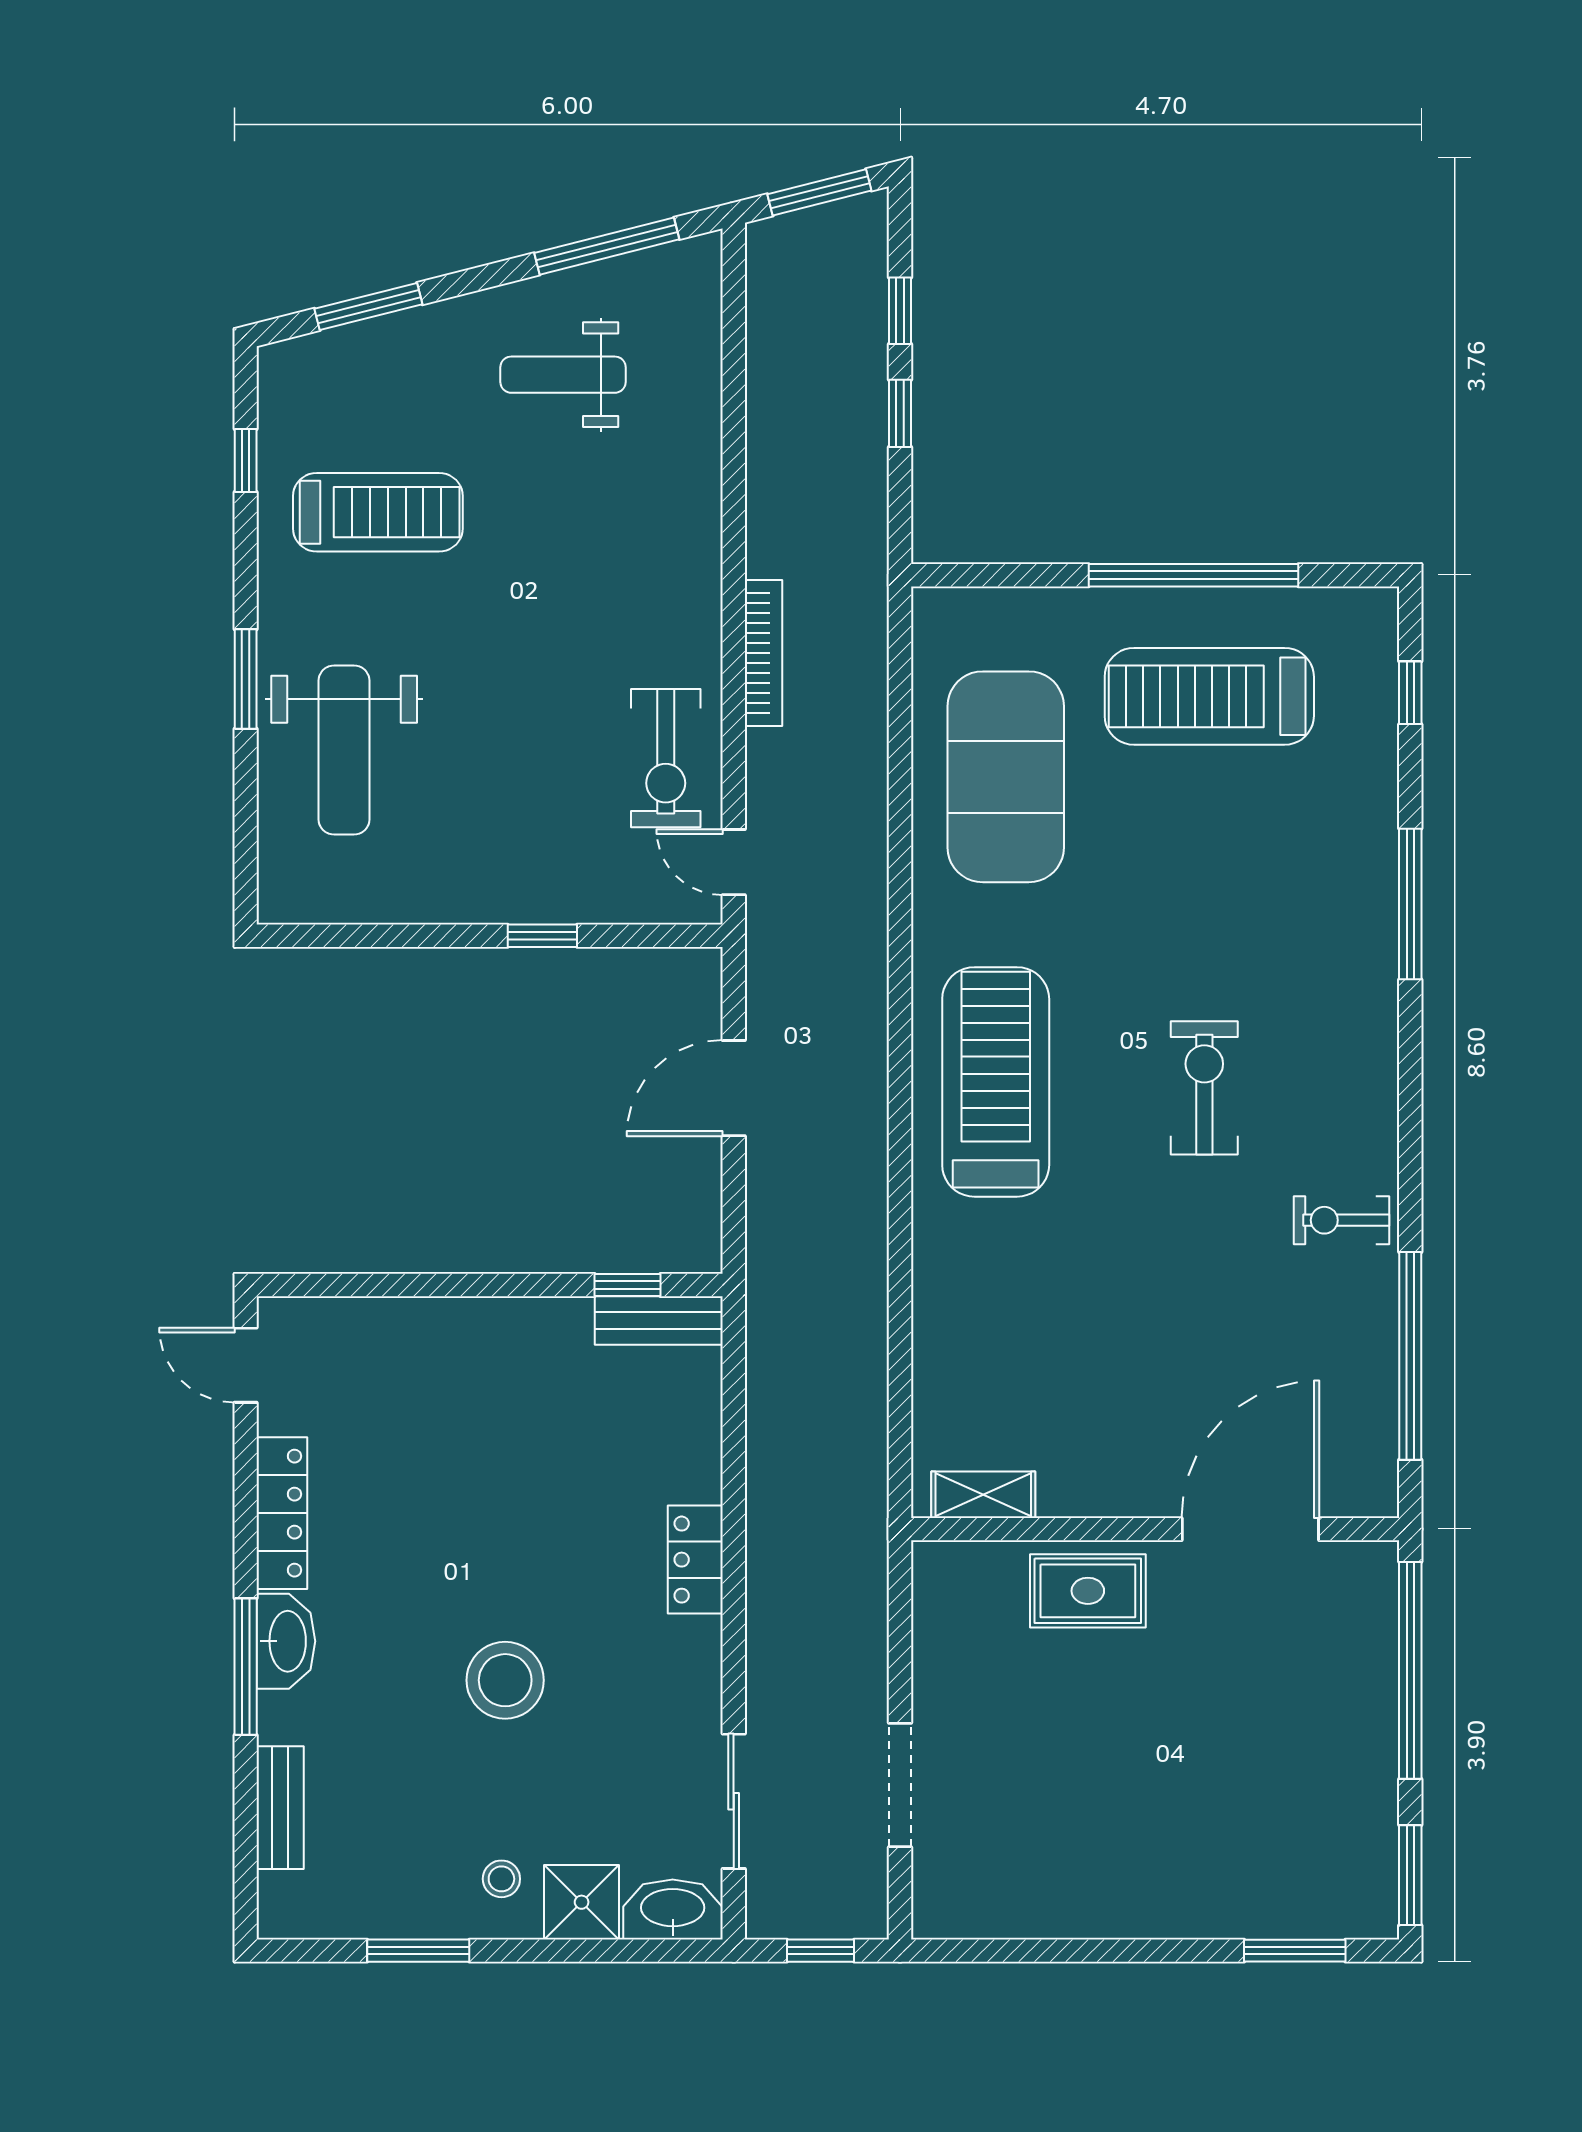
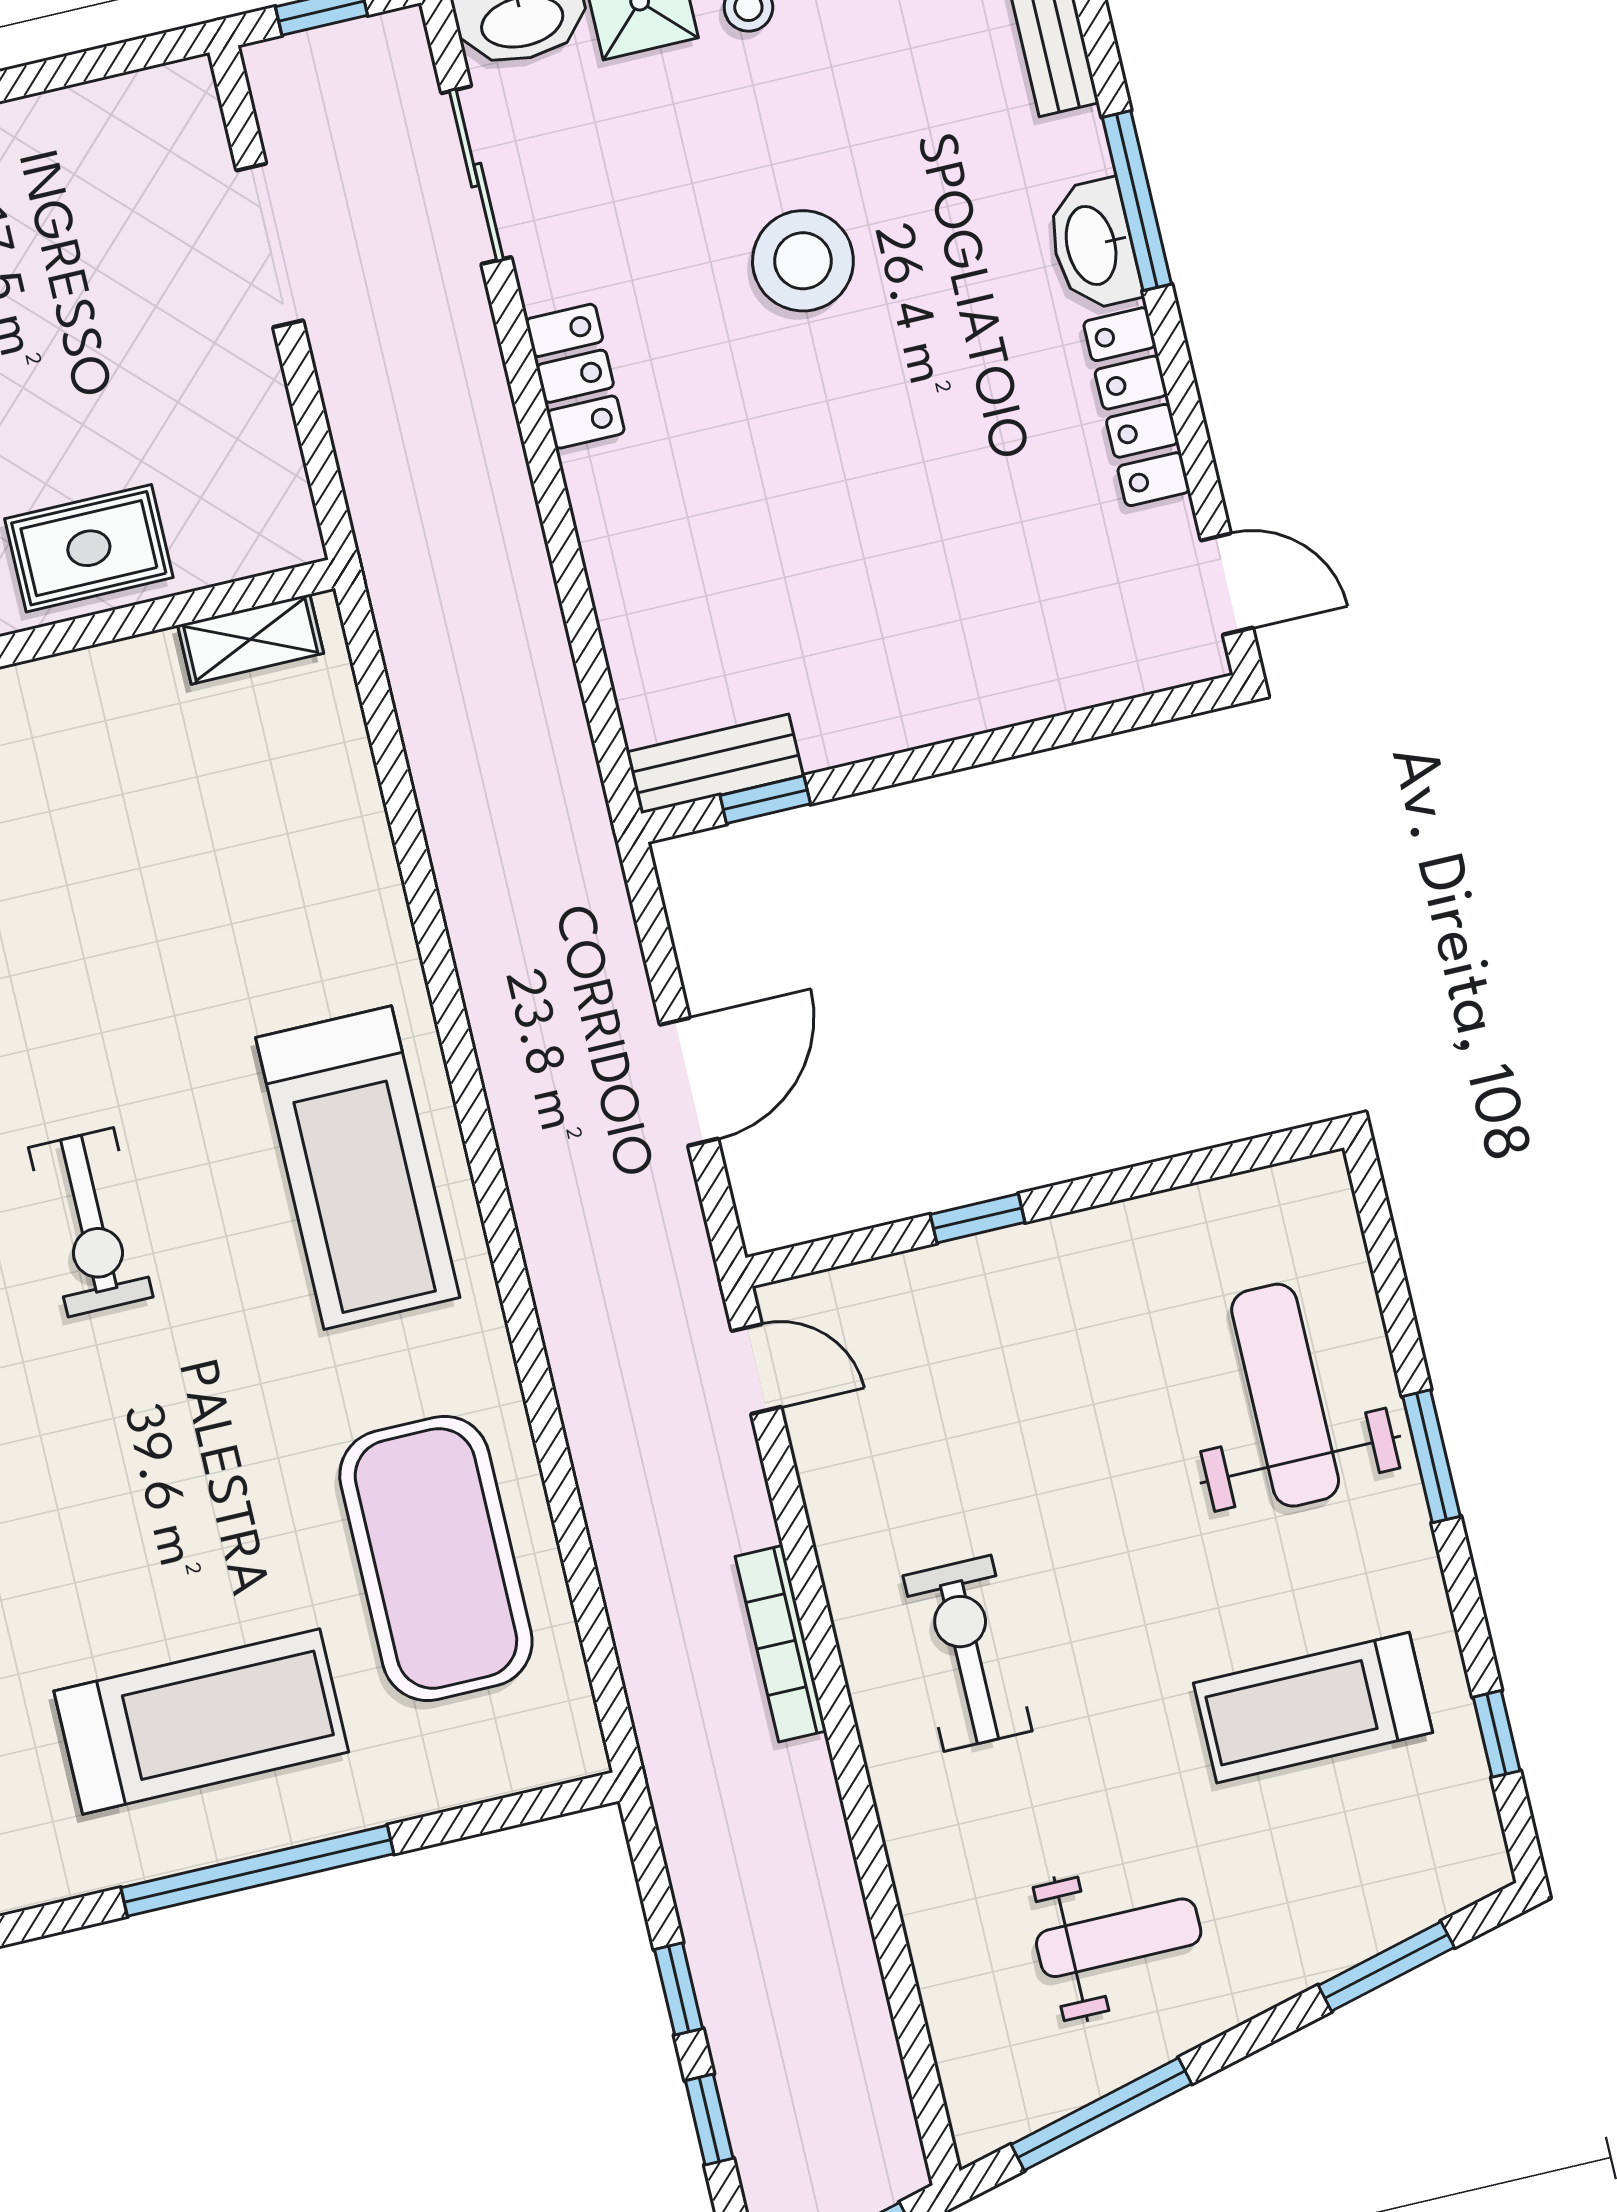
exercise bike: (666, 758) -> (968, 1653), moved
locker: (695, 1560) -> (575, 376), moved

